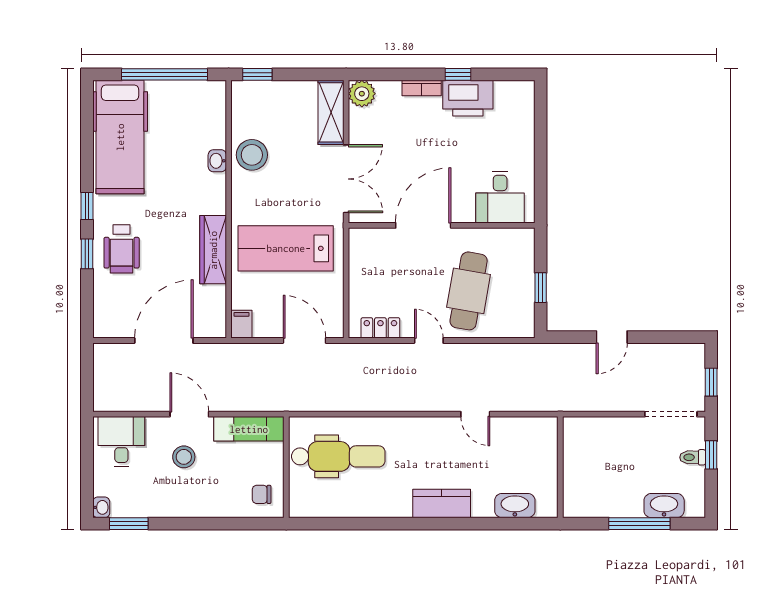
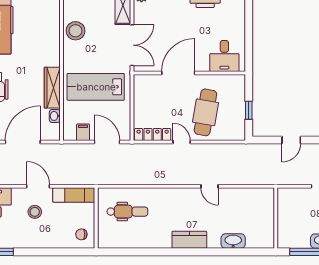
washbasin: (217, 161) -> (55, 116), moved
filing cabinet: (241, 324) -> (83, 132), moved
locker: (380, 328) -> (153, 135), width x1.53
dental chair: (338, 456) -> (127, 212), width x0.73, depth x0.72
wall: (560, 467) -> (276, 218), moved

